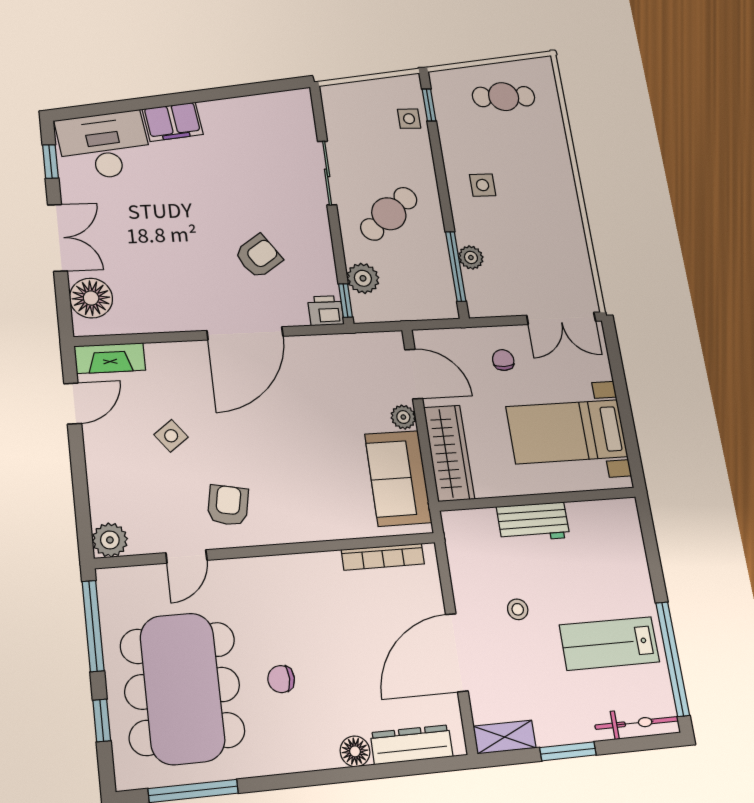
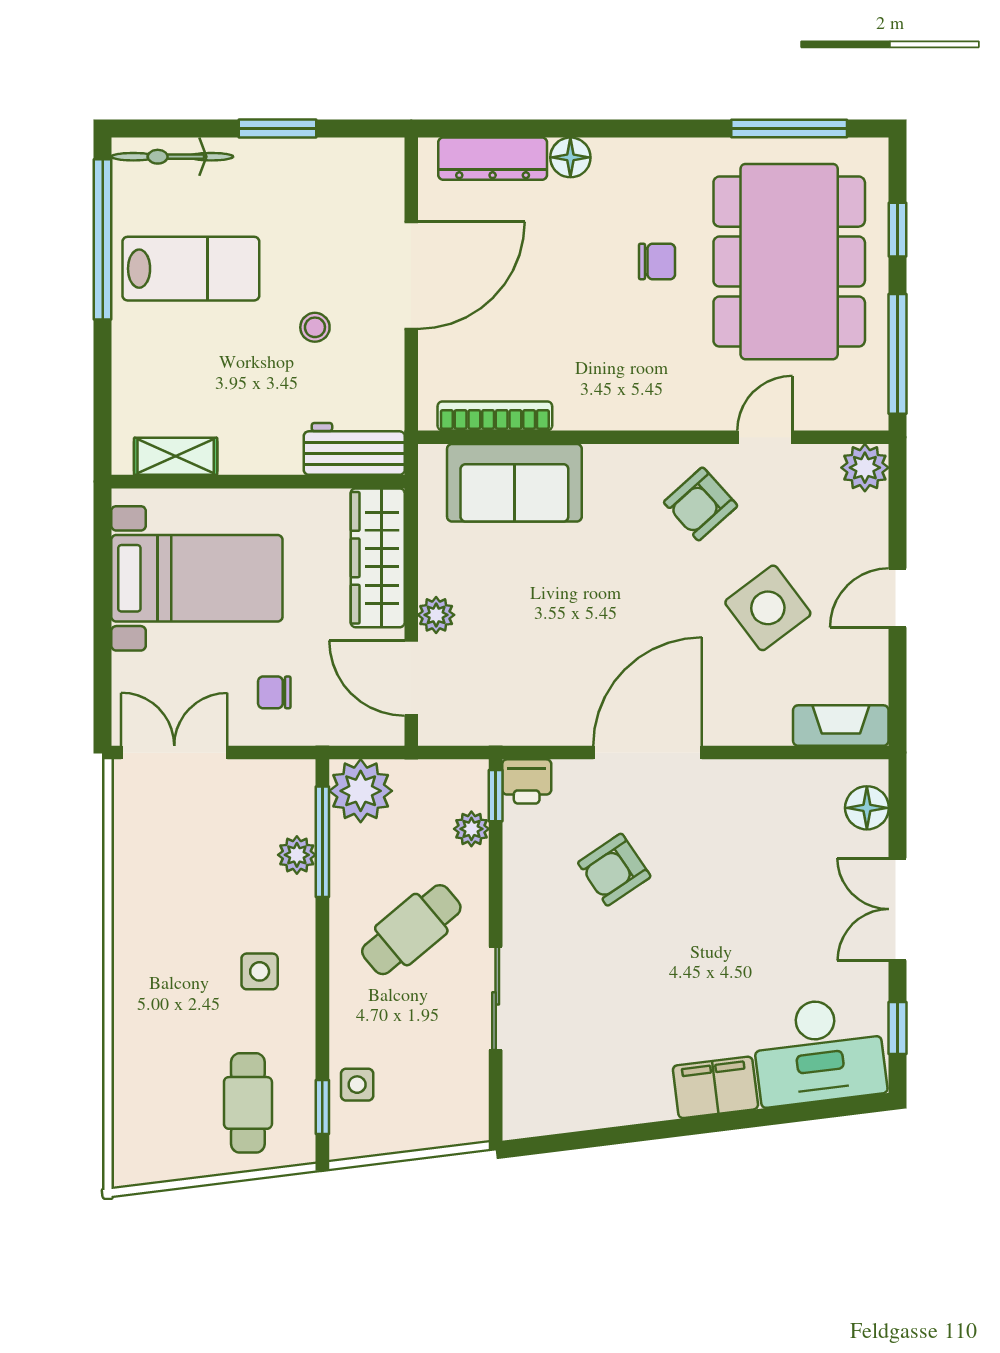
cafe table: (504, 97) -> (248, 1103), moved, turned 90
plant: (363, 278) -> (471, 829), width x0.73, depth x0.73
floor lamp: (91, 298) -> (867, 808), width x0.73, depth x0.73
plant: (436, 300) -> (361, 791), added
chair: (503, 360) -> (274, 692), turned 90
door: (73, 403) -> (898, 598), moved
side table: (171, 436) -> (768, 608), width x1.87, depth x1.87
sofa: (398, 478) -> (514, 483), moved, turned 90
armchair: (228, 505) -> (701, 504), turned 37
workbench: (533, 522) -> (354, 449), moved
shelving: (505, 737) -> (176, 456), moved

